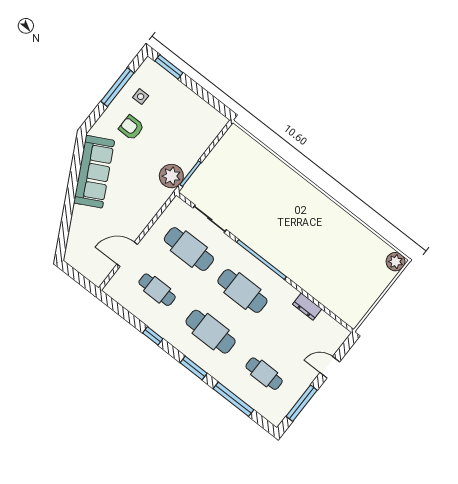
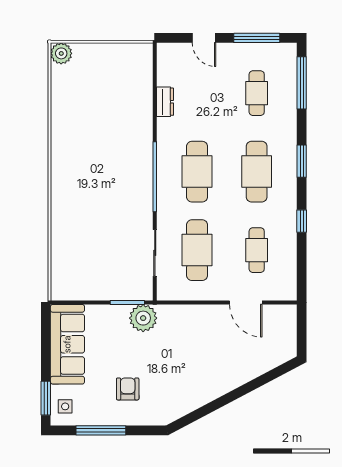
side table: (141, 97) -> (65, 406), moved
armchair: (131, 128) -> (128, 389), turned 180
sofa: (94, 172) -> (67, 344), moved, turned 118
window: (234, 399) -> (302, 83), moved

